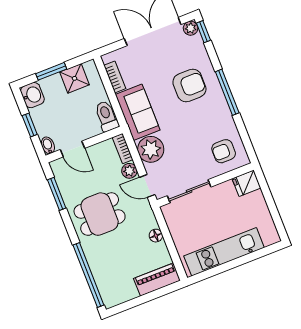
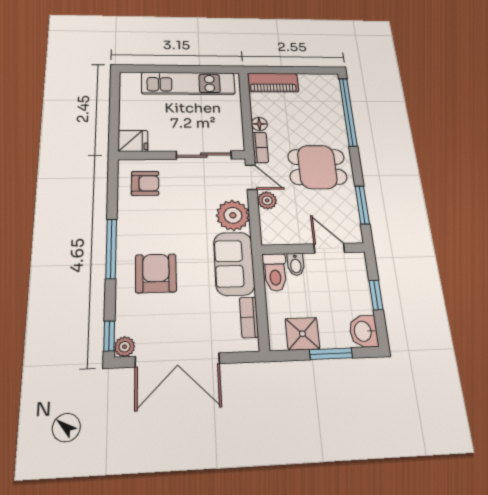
armchair: (189, 86) -> (156, 273), turned 90
bidet: (48, 145) -> (296, 264), moved
bookcase: (123, 148) -> (260, 147), moved

